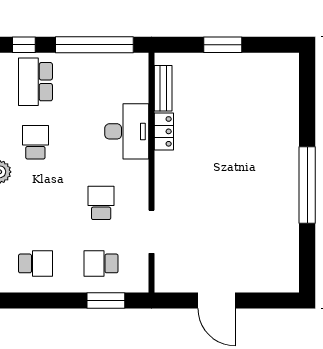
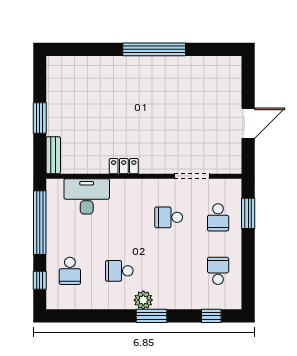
school desk: (35, 82) -> (70, 271), width x0.54
bench: (163, 88) -> (53, 155), moved, turned 90
desk: (127, 131) -> (87, 196), moved
locker: (164, 131) -> (124, 166), moved

